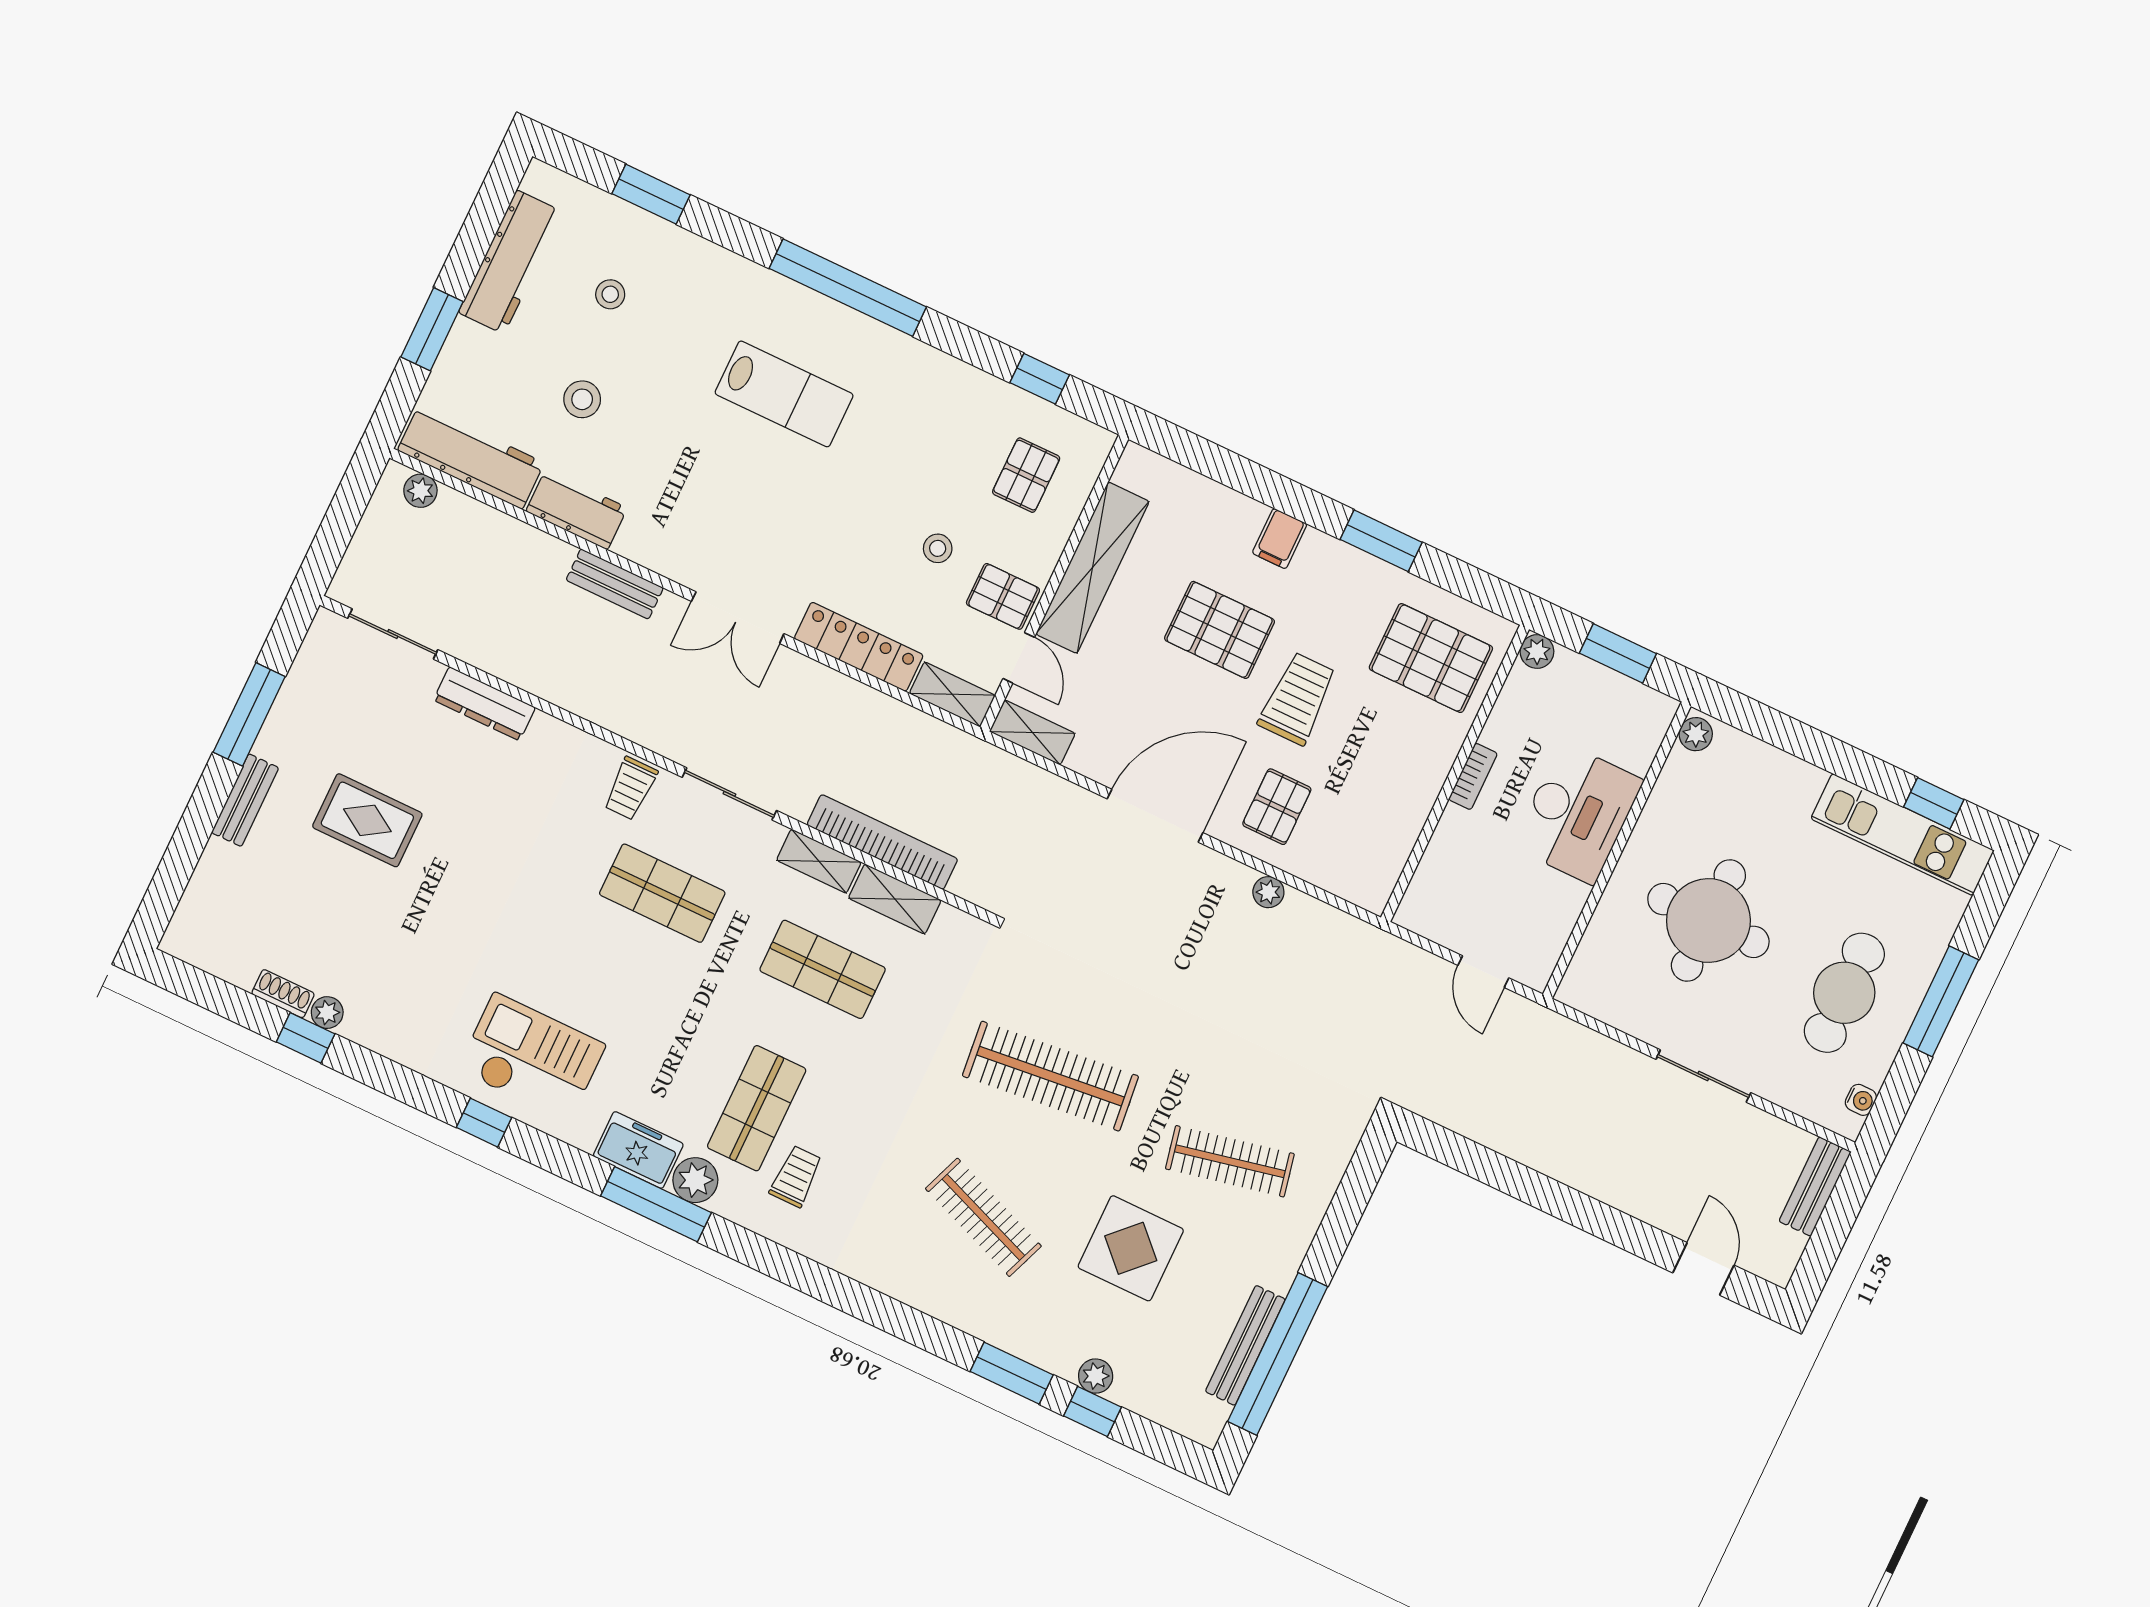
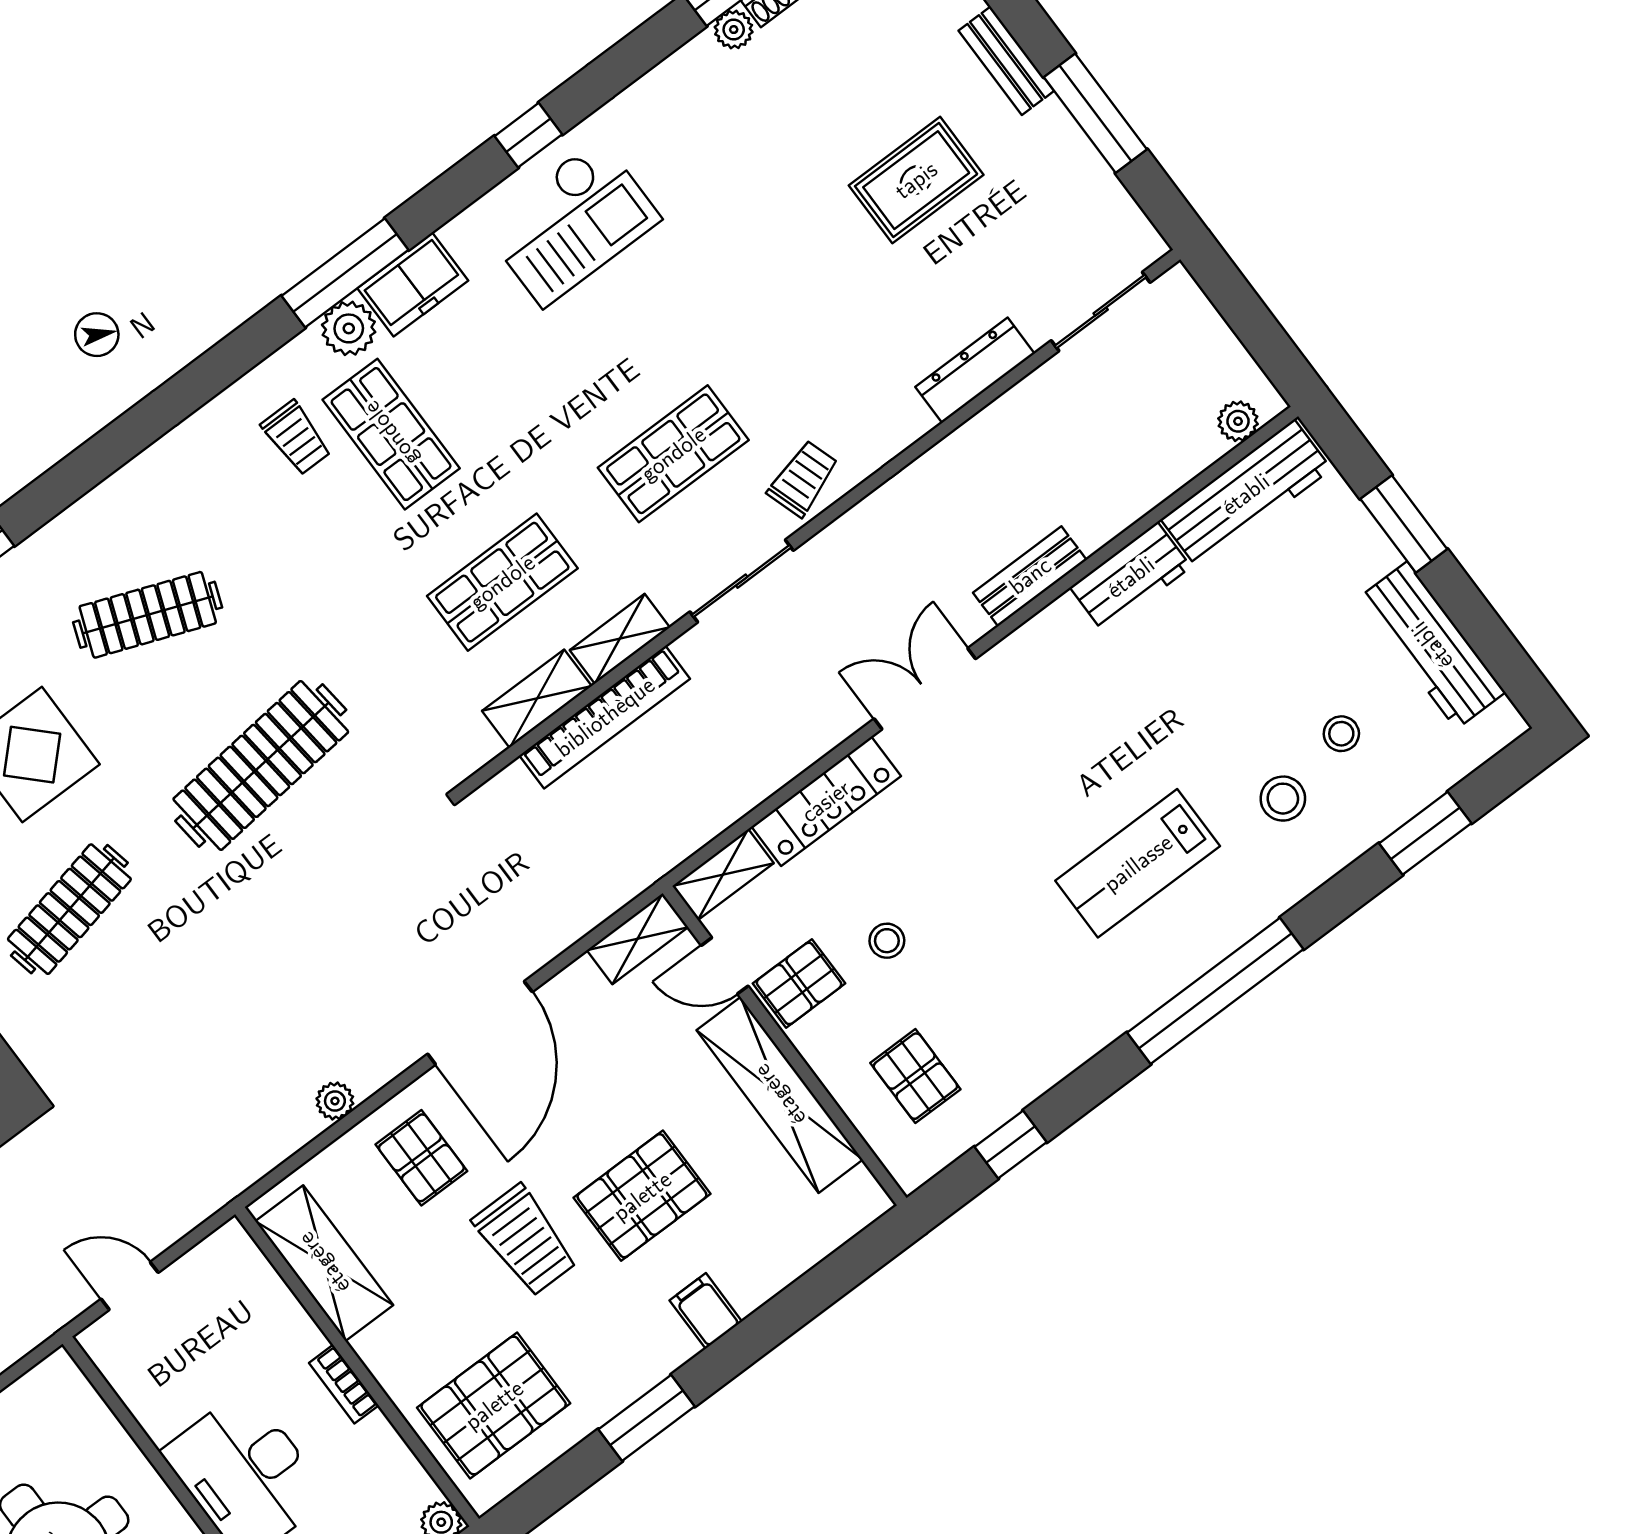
stool: (582, 399) -> (1283, 799), moved
trolley: (630, 788) -> (803, 479), turned 72
shelving: (1392, 837) -> (324, 1263), added

